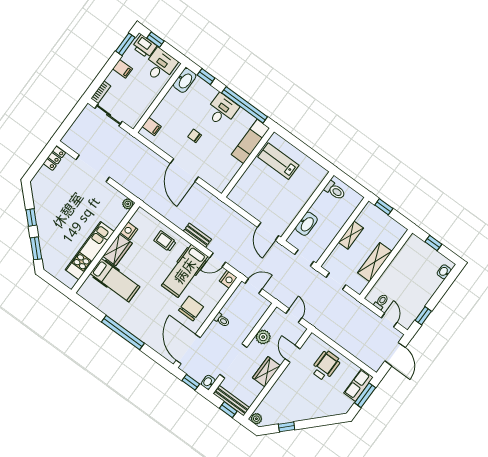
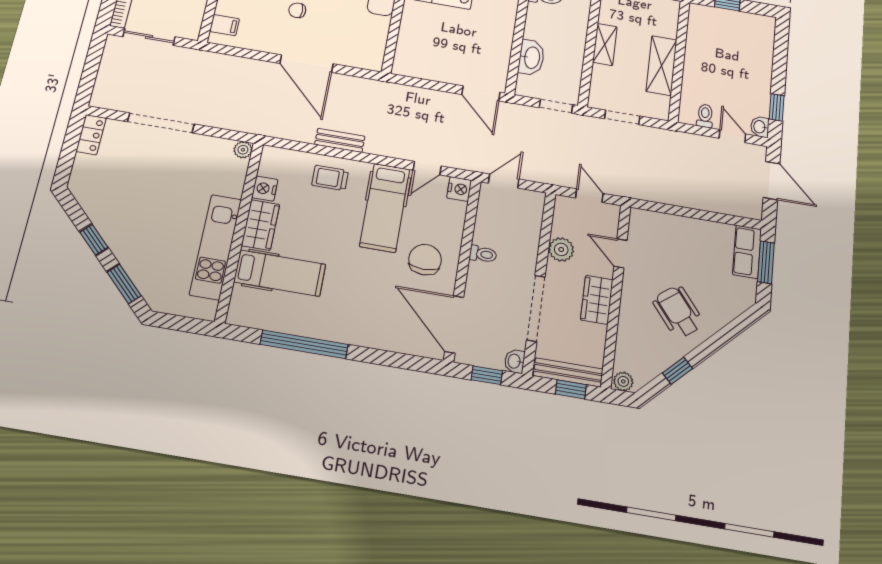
bench: (197, 235) -> (340, 140), moved
washbasin: (444, 272) -> (760, 127), moved
window: (123, 333) -> (304, 344), moved
wheelchair: (326, 366) -> (678, 312), moved, turned -38

